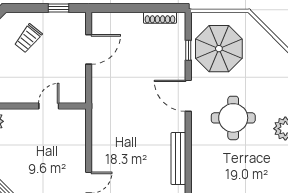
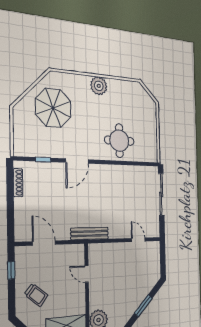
parasol: (219, 49) -> (53, 108), moved
round table: (233, 118) -> (119, 141), moved
bench: (178, 159) -> (90, 234), moved

